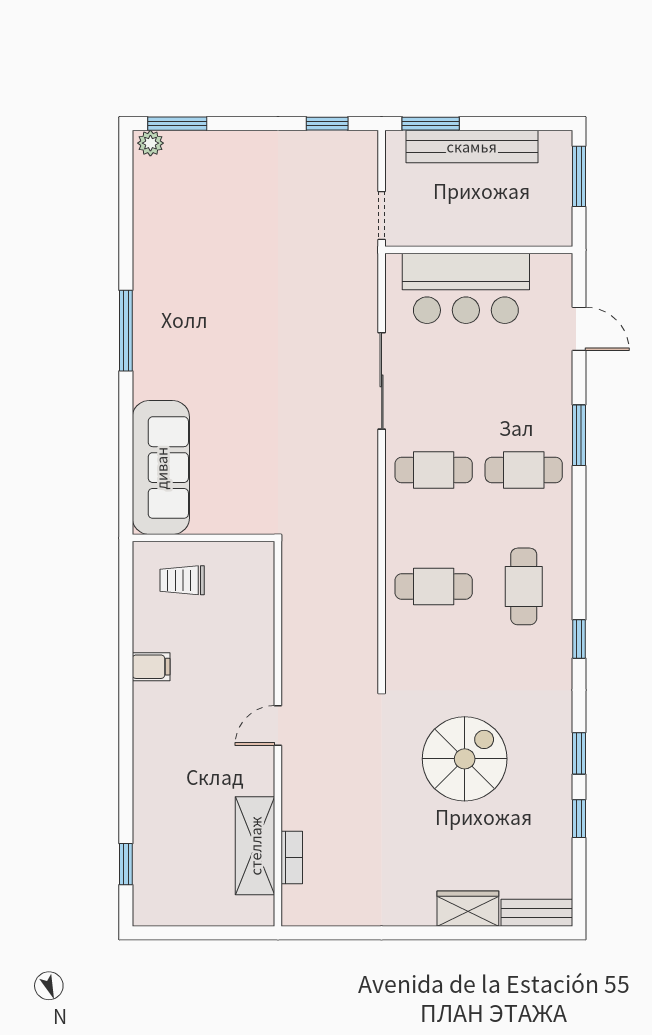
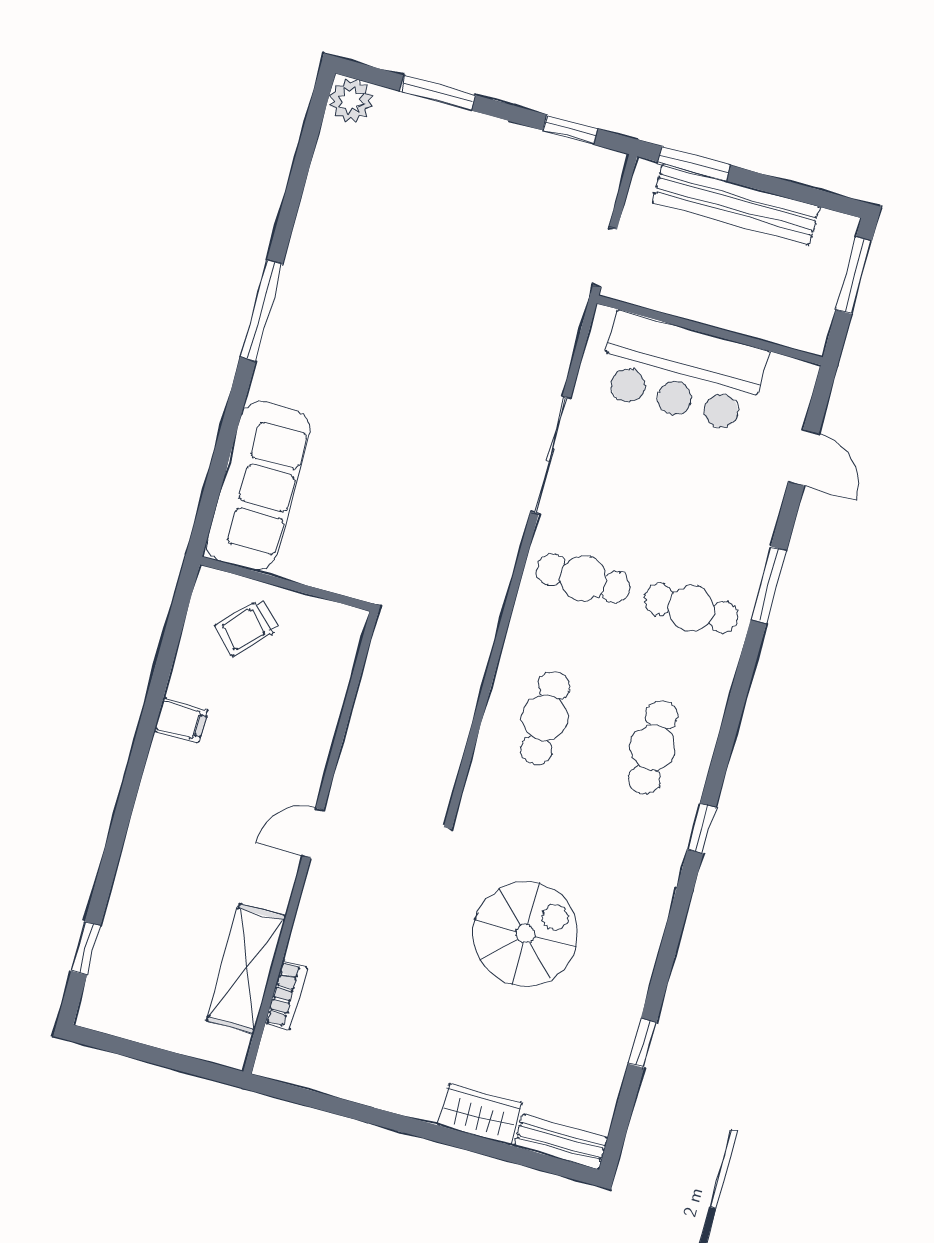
window: (177, 124) -> (438, 93), moved
plant: (150, 143) -> (351, 100), width x1.38, depth x1.38
trolley: (182, 580) -> (247, 628), turned -45
cafe table: (434, 586) -> (545, 718), turned 90
window: (579, 753) -> (664, 965), removed

